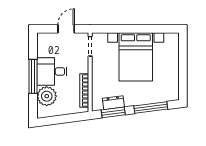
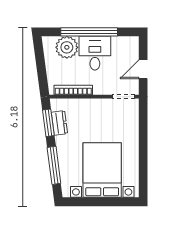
door: (66, 29) -> (143, 69), swing flipped
bed with nightstands: (136, 57) -> (102, 170), moved, turned 90
window: (33, 76) -> (89, 32), width x1.46

